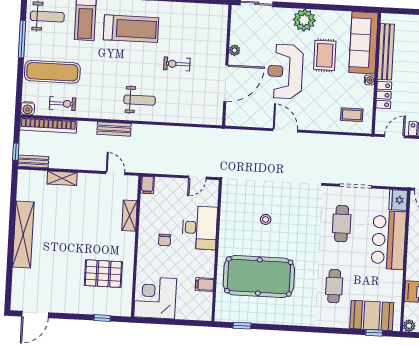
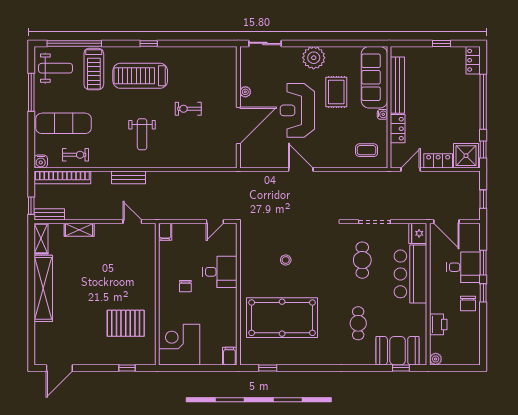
treadmill: (131, 29) -> (140, 76), turned 180
weight bench: (140, 100) -> (142, 134), moved, turned 90
shelving: (129, 216) -> (41, 238), moved
desk: (200, 228) -> (220, 272), width x0.73
filing cabinet: (205, 284) -> (229, 356), moved, turned 90

